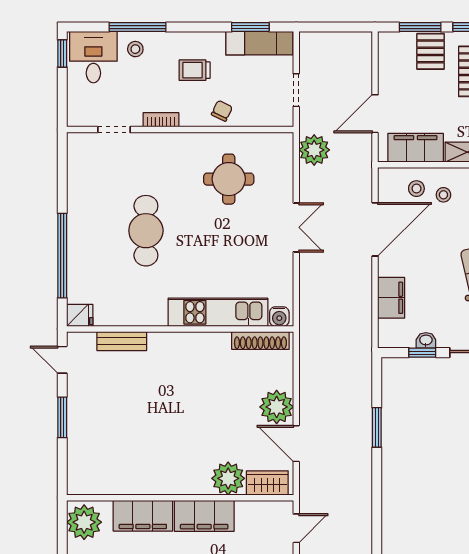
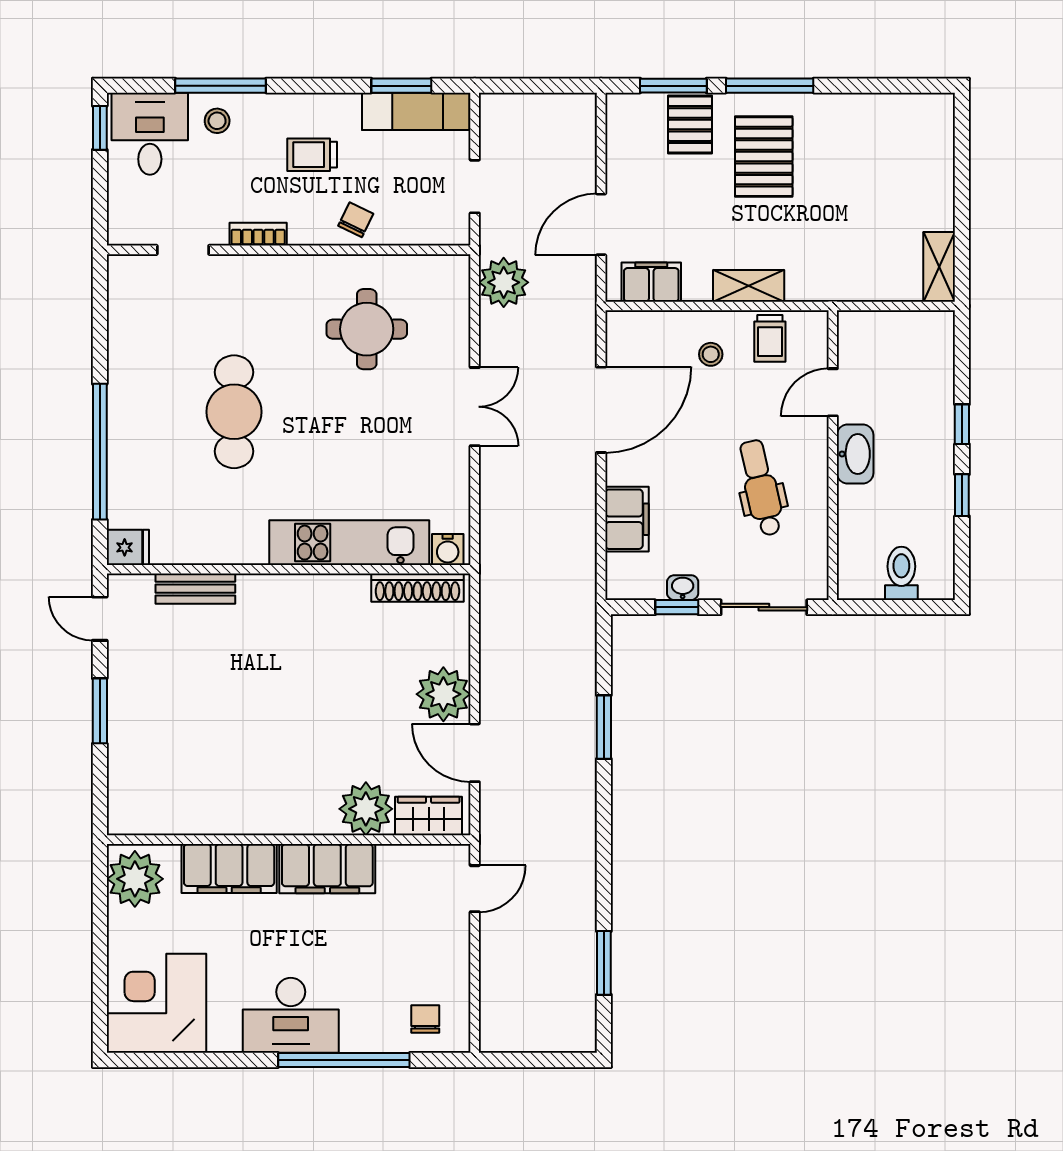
filing cabinet: (416, 148) -> (651, 282), width x0.67, depth x0.86
stool: (416, 189) -> (667, 344), removed

